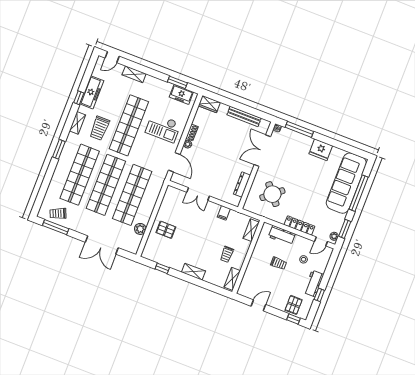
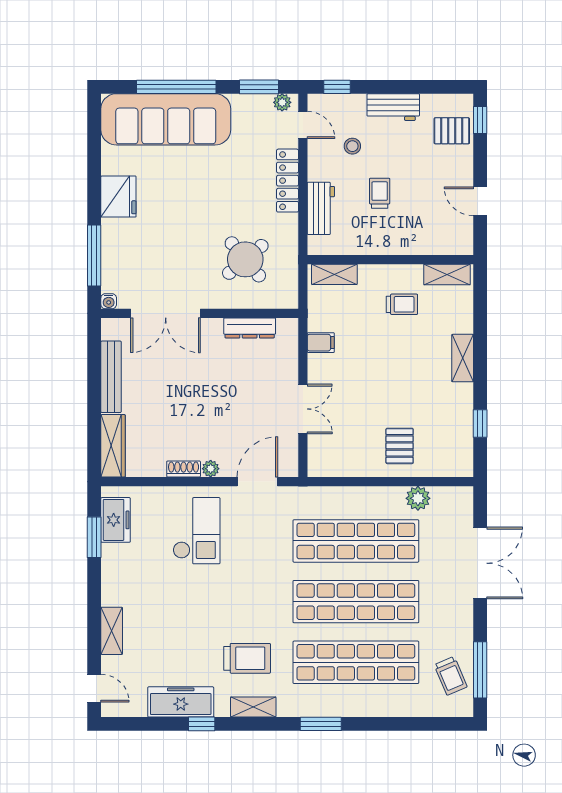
wardrobe: (209, 104) -> (113, 446), width x1.50
shop shelf: (129, 125) -> (218, 602), removed
window: (319, 295) -> (337, 87), moved

